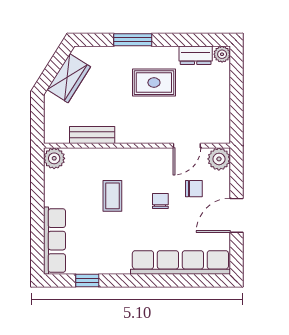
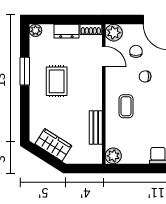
window: (133, 40) -> (25, 71), moved
dresser: (196, 55) -> (66, 31), moved, turned 90
shoe rack: (223, 128) -> (91, 29), added
coffee table: (112, 196) -> (126, 106), moved, turned 90

